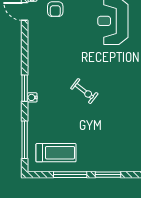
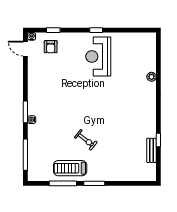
exercise bike: (84, 91) -> (86, 140), moved
treadmill: (56, 153) -> (70, 168), moved, turned 180

